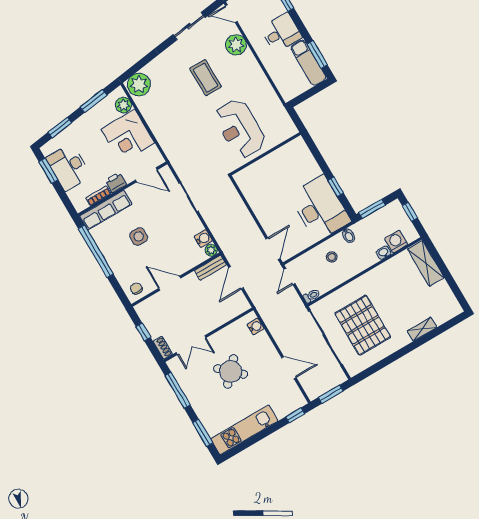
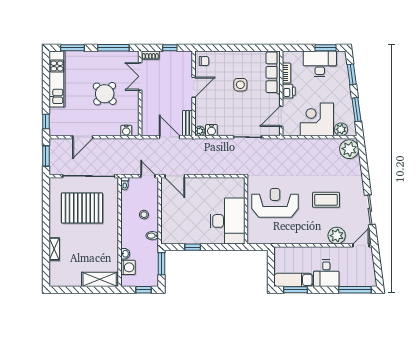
desk: (320, 208) -> (227, 221), moved, turned -90
window: (96, 251) -> (248, 48), removed

